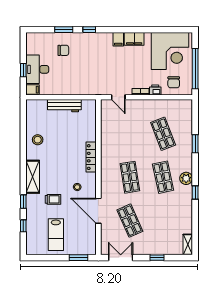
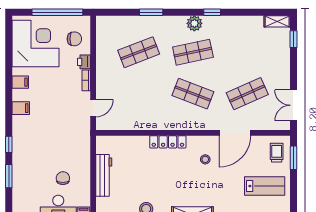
filing cabinet: (134, 39) -> (20, 82), width x0.50
chair: (63, 50) -> (63, 178), moved
shop shelf: (130, 177) -> (193, 94), turned 30
trolley: (53, 199) -> (277, 153), moved
window: (157, 258) -> (293, 39), moved

